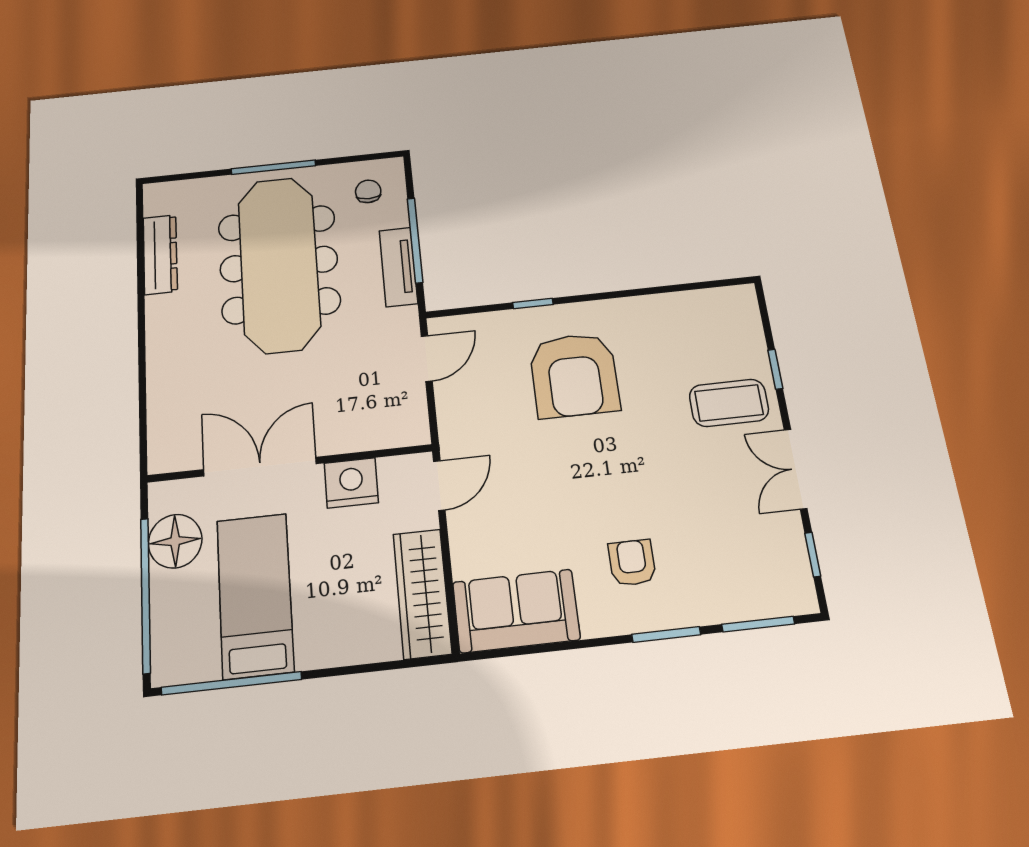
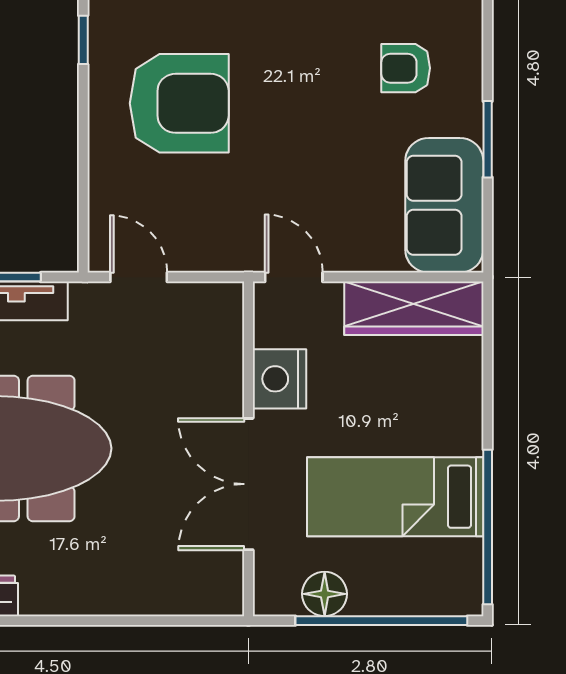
window: (533, 303) -> (83, 40), moved
floor lamp: (175, 541) -> (325, 594), width x0.73, depth x0.73
window: (666, 634) -> (488, 139), moved

